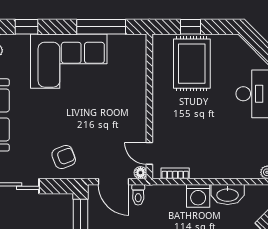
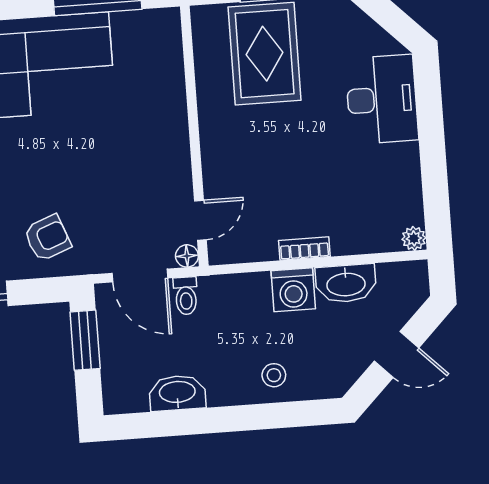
door: (149, 153) -> (200, 220), swing flipped
bookcase: (175, 173) -> (304, 249), moved

